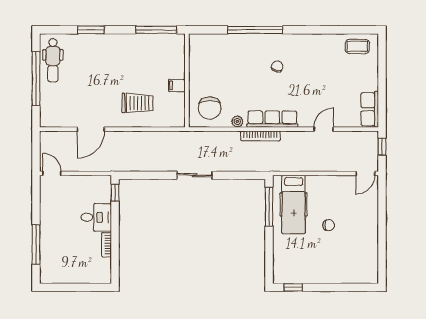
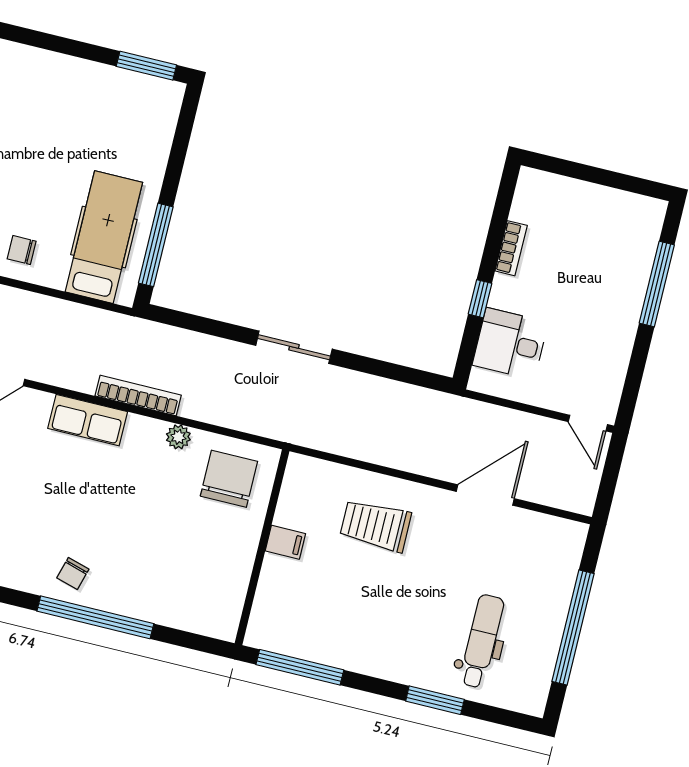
dental chair: (53, 60) -> (482, 641), moved
chair: (277, 67) -> (73, 573), moved
row of seats: (272, 119) -> (88, 420), width x0.68
window: (115, 193) -> (480, 299), moved
desk: (96, 217) -> (510, 344), moved
chair: (329, 225) -> (22, 250), moved
window: (293, 287) -> (146, 66), width x1.50

